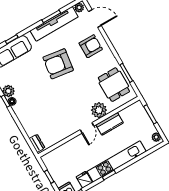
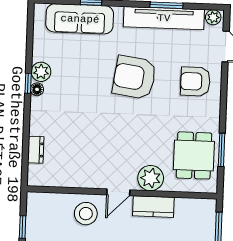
armchair: (91, 46) -> (195, 81), turned 180
dresser: (37, 143) -> (36, 150), moved
stool: (77, 149) -> (86, 214), added

